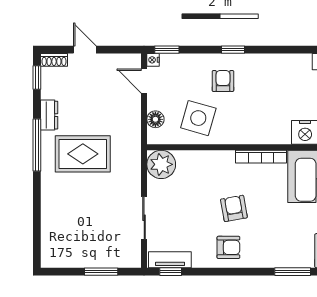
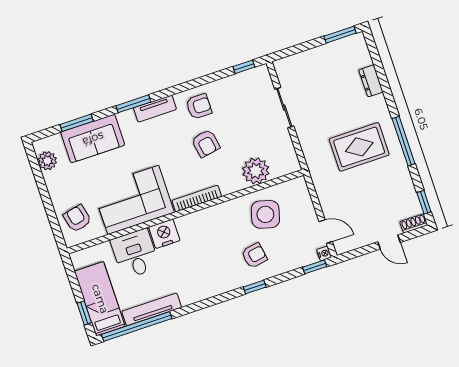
armchair: (223, 81) -> (254, 255), turned -100
dresser: (49, 115) -> (371, 81), moved
floor lamp: (155, 119) -> (304, 200), removed
plant: (161, 164) -> (256, 171), moved
armchair: (228, 247) -> (199, 106), turned 180
tv unit: (170, 260) -> (155, 109), moved
window: (101, 272) -> (340, 35), moved

